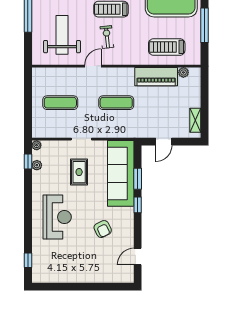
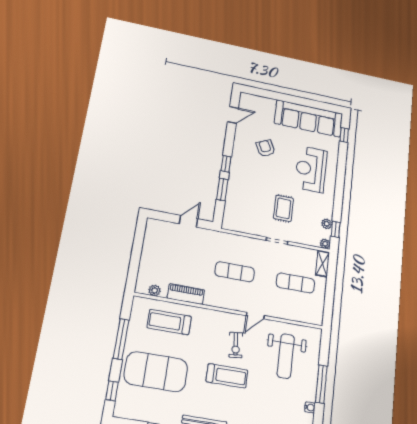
treadmill: (167, 47) -> (169, 322), turned 180
piano: (156, 77) -> (186, 294), width x0.73, depth x0.75
shelving: (195, 120) -> (322, 264), moved
sofa: (121, 173) -> (309, 118), moved, turned 90

